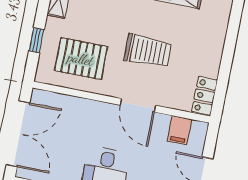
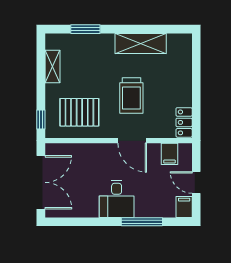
window: (37, 40) -> (41, 120), moved
trolley: (148, 51) -> (131, 96), turned 90

